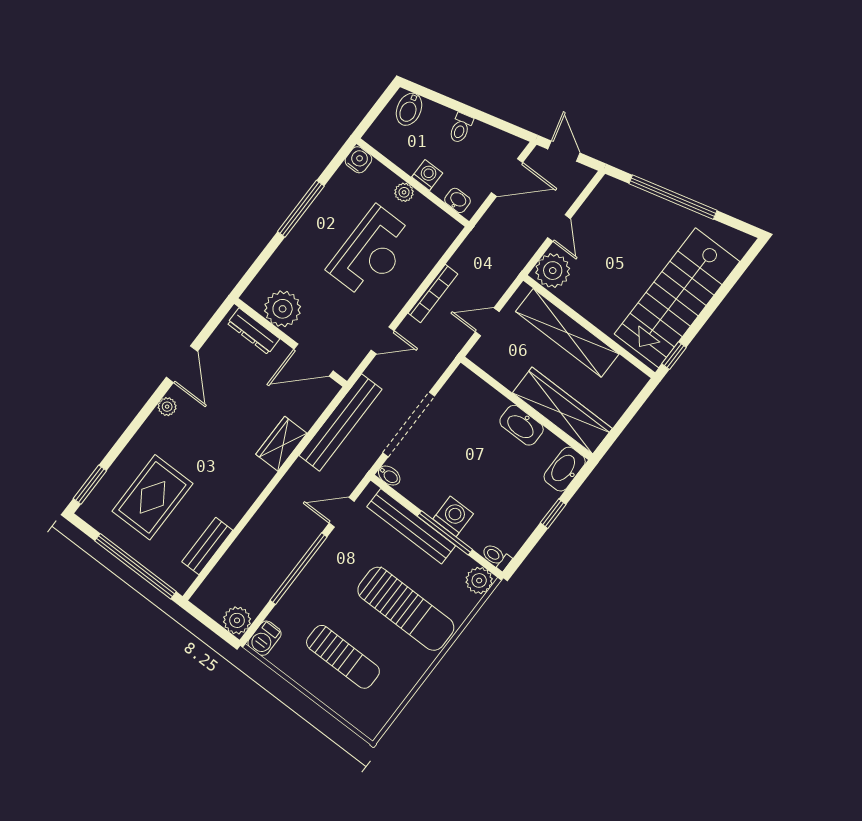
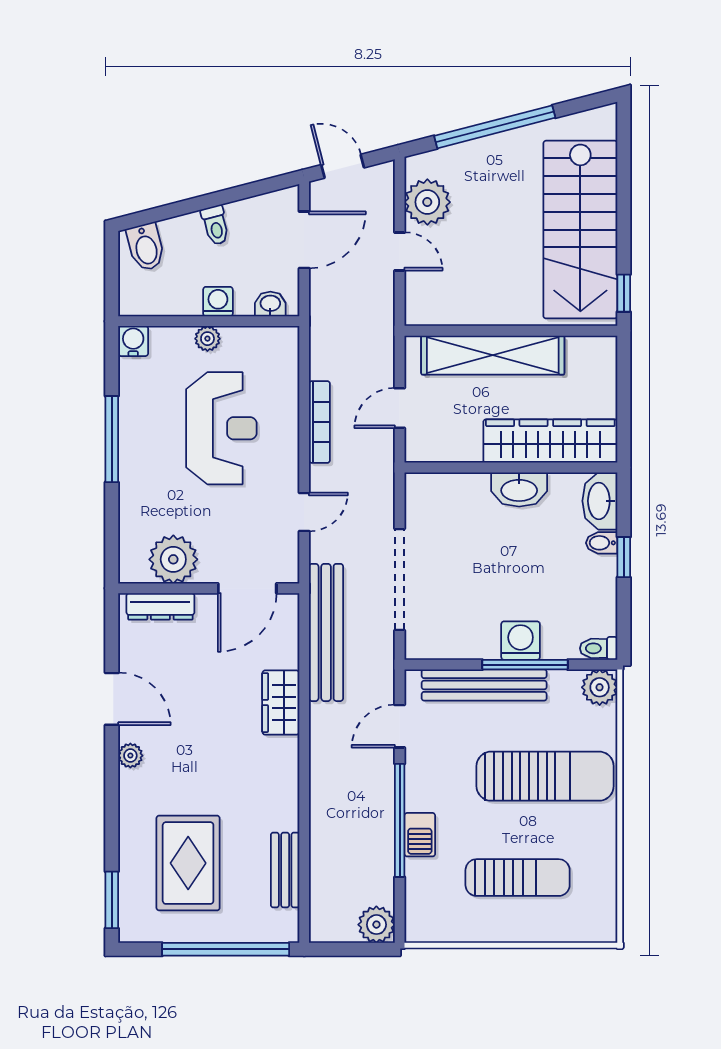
plant: (553, 271) -> (427, 202), moved
bidet: (389, 476) -> (602, 543), moved, turned 180
barbecue: (265, 638) -> (420, 835), moved

